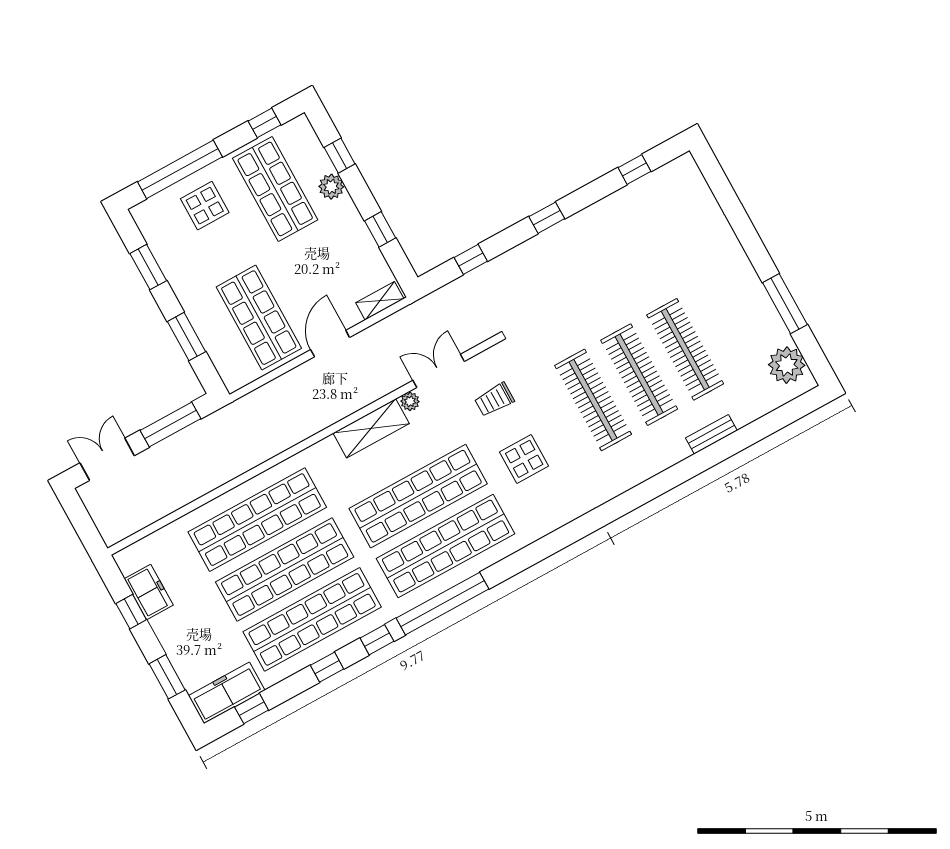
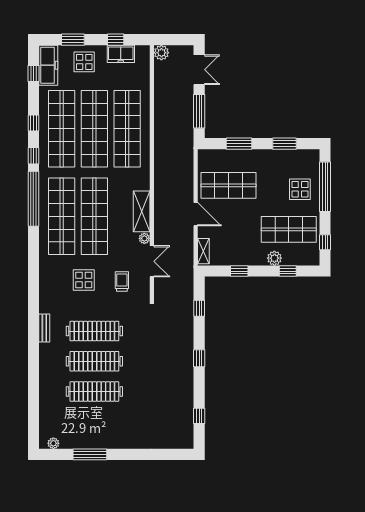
plant: (787, 365) -> (53, 443), width x0.53, depth x0.53
bench: (711, 434) -> (44, 328), moved
plant: (113, 531) -> (161, 53), added
display table: (191, 641) -> (84, 62), added

